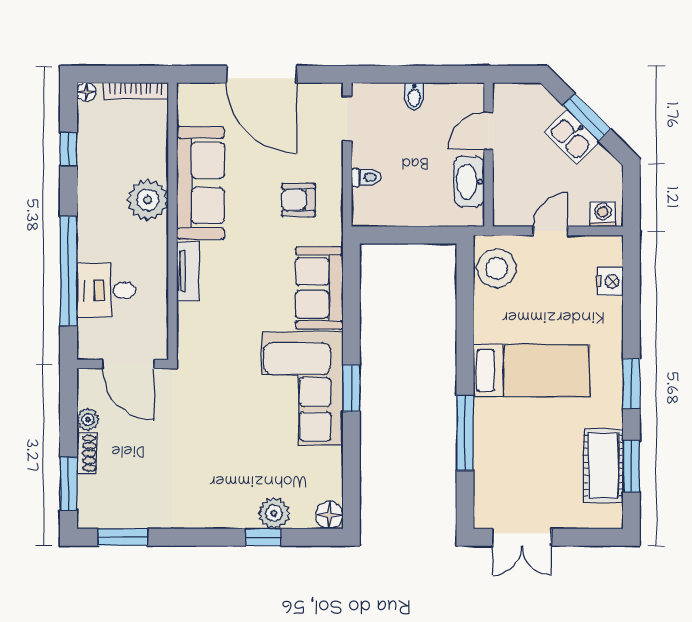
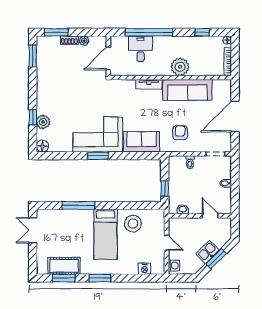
washbasin: (469, 182) -> (183, 209), width x0.52, depth x0.69
window: (426, 235) -> (165, 188), added
stool: (497, 268) -> (133, 224), moved

